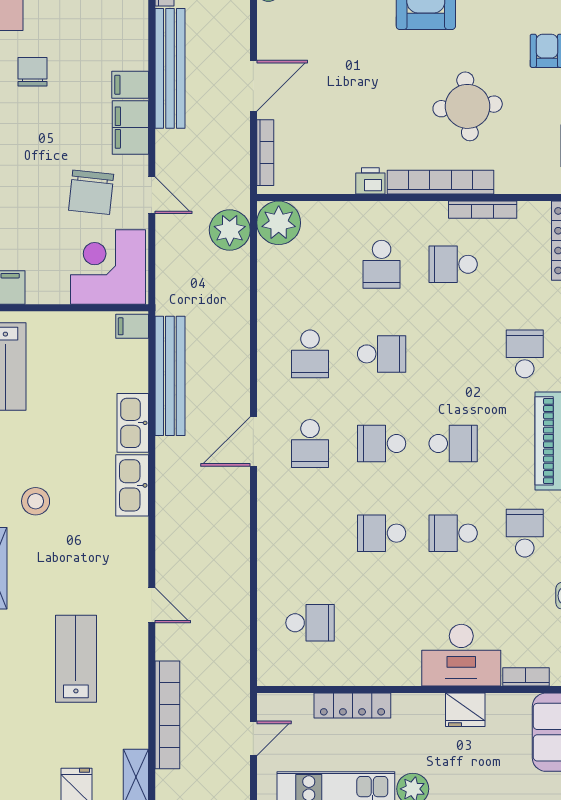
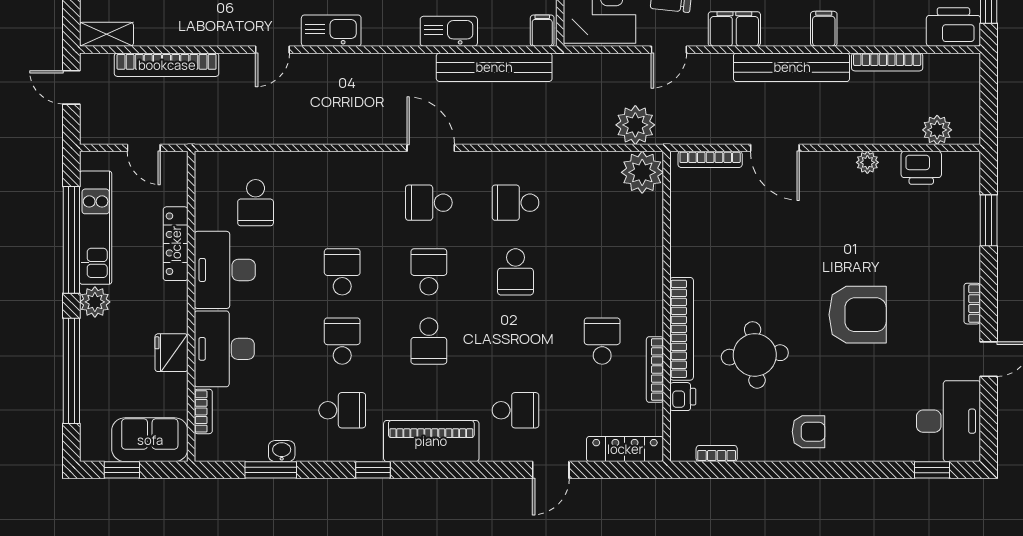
filing cabinet: (130, 85) -> (824, 29), moved
printer: (370, 181) -> (683, 397), moved
school desk: (382, 264) -> (602, 272), removed
kitchen sink: (132, 485) -> (331, 31), moved
desk: (380, 655) -> (225, 270), added

